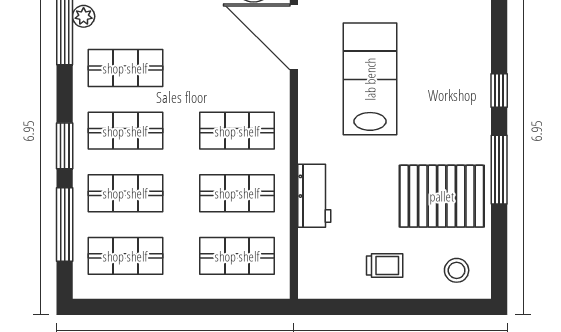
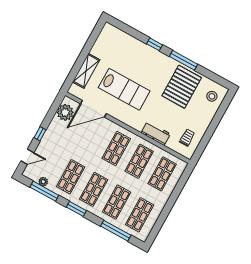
lab bench: (370, 79) -> (124, 89), turned 180
window: (65, 146) -> (76, 209), moved
trolley: (385, 266) -> (187, 138), moved

